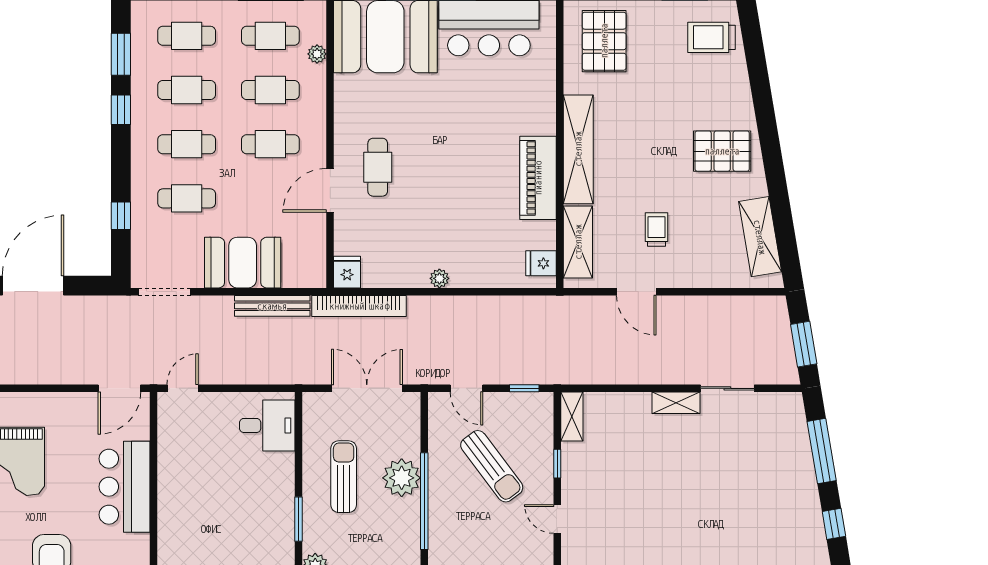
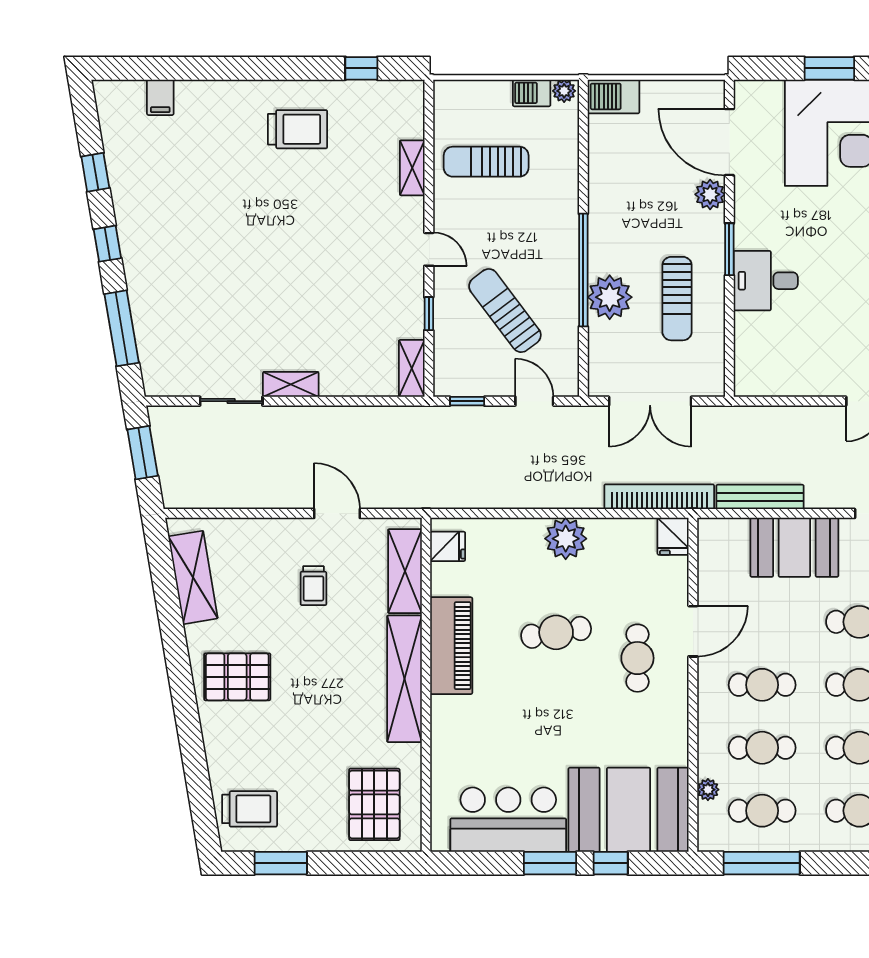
cafe table: (448, 189) -> (556, 632), added
plant: (439, 278) -> (566, 539), width x1.87, depth x1.87
desk: (267, 425) -> (766, 281), moved

